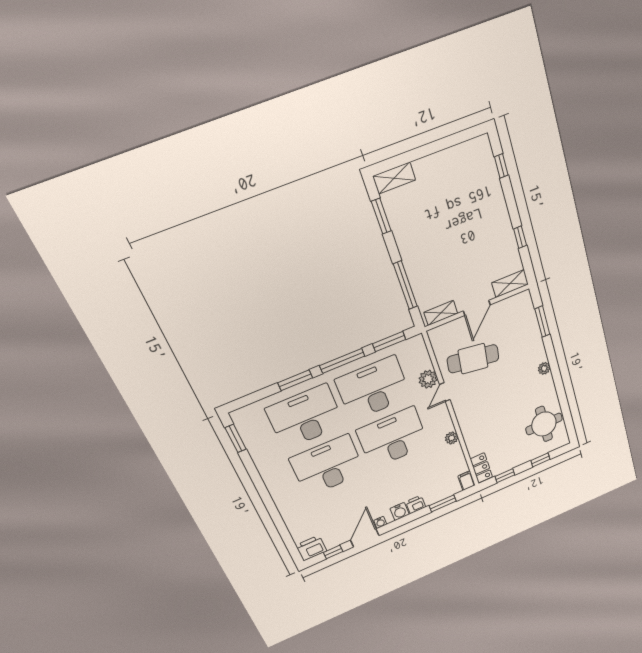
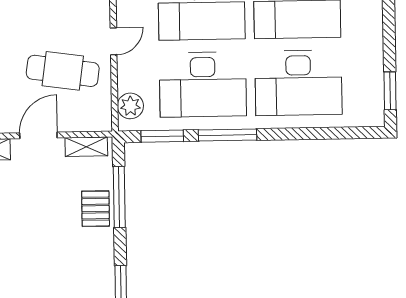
pallet: (420, 270) -> (96, 209), added
plant: (428, 379) -> (130, 106), moved
window: (295, 380) -> (292, 134), removed

